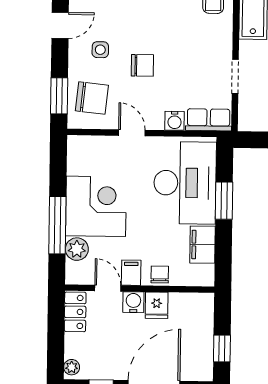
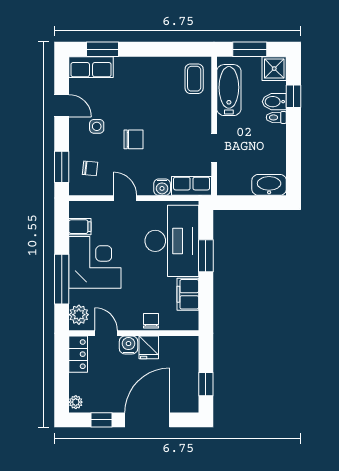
door: (60, 25) -> (62, 106), hinge flipped
chair: (92, 98) -> (90, 168), width x0.54, depth x0.54
plant: (77, 249) -> (79, 315), moved
filing cabinet: (131, 273) -> (80, 227), moved, turned 90

